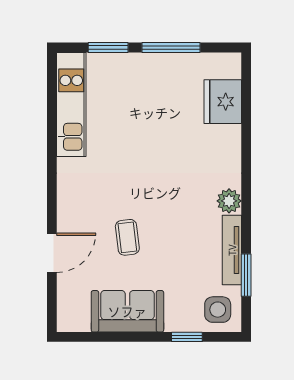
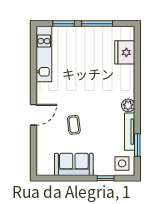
door: (52, 253) -> (33, 115), moved

